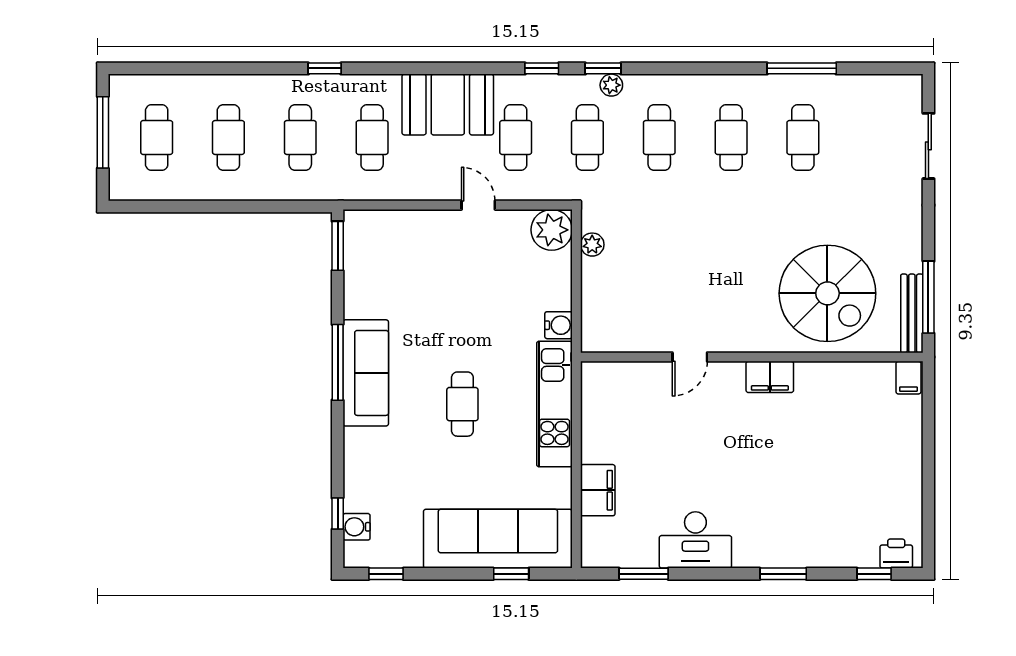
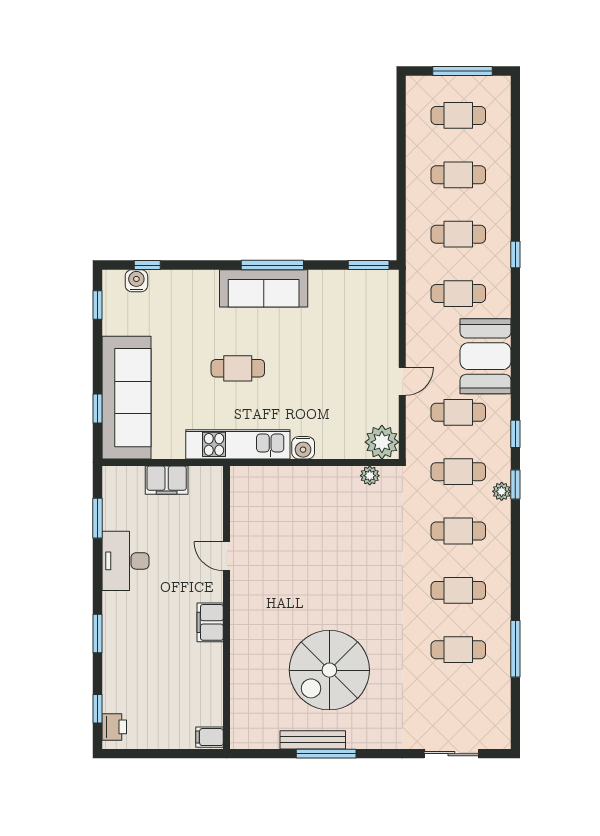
door: (690, 357) -> (227, 556), moved
wall: (752, 357) -> (227, 607), moved
filing cabinet: (770, 377) -> (210, 622), moved
filing cabinet: (908, 378) -> (210, 737), moved

